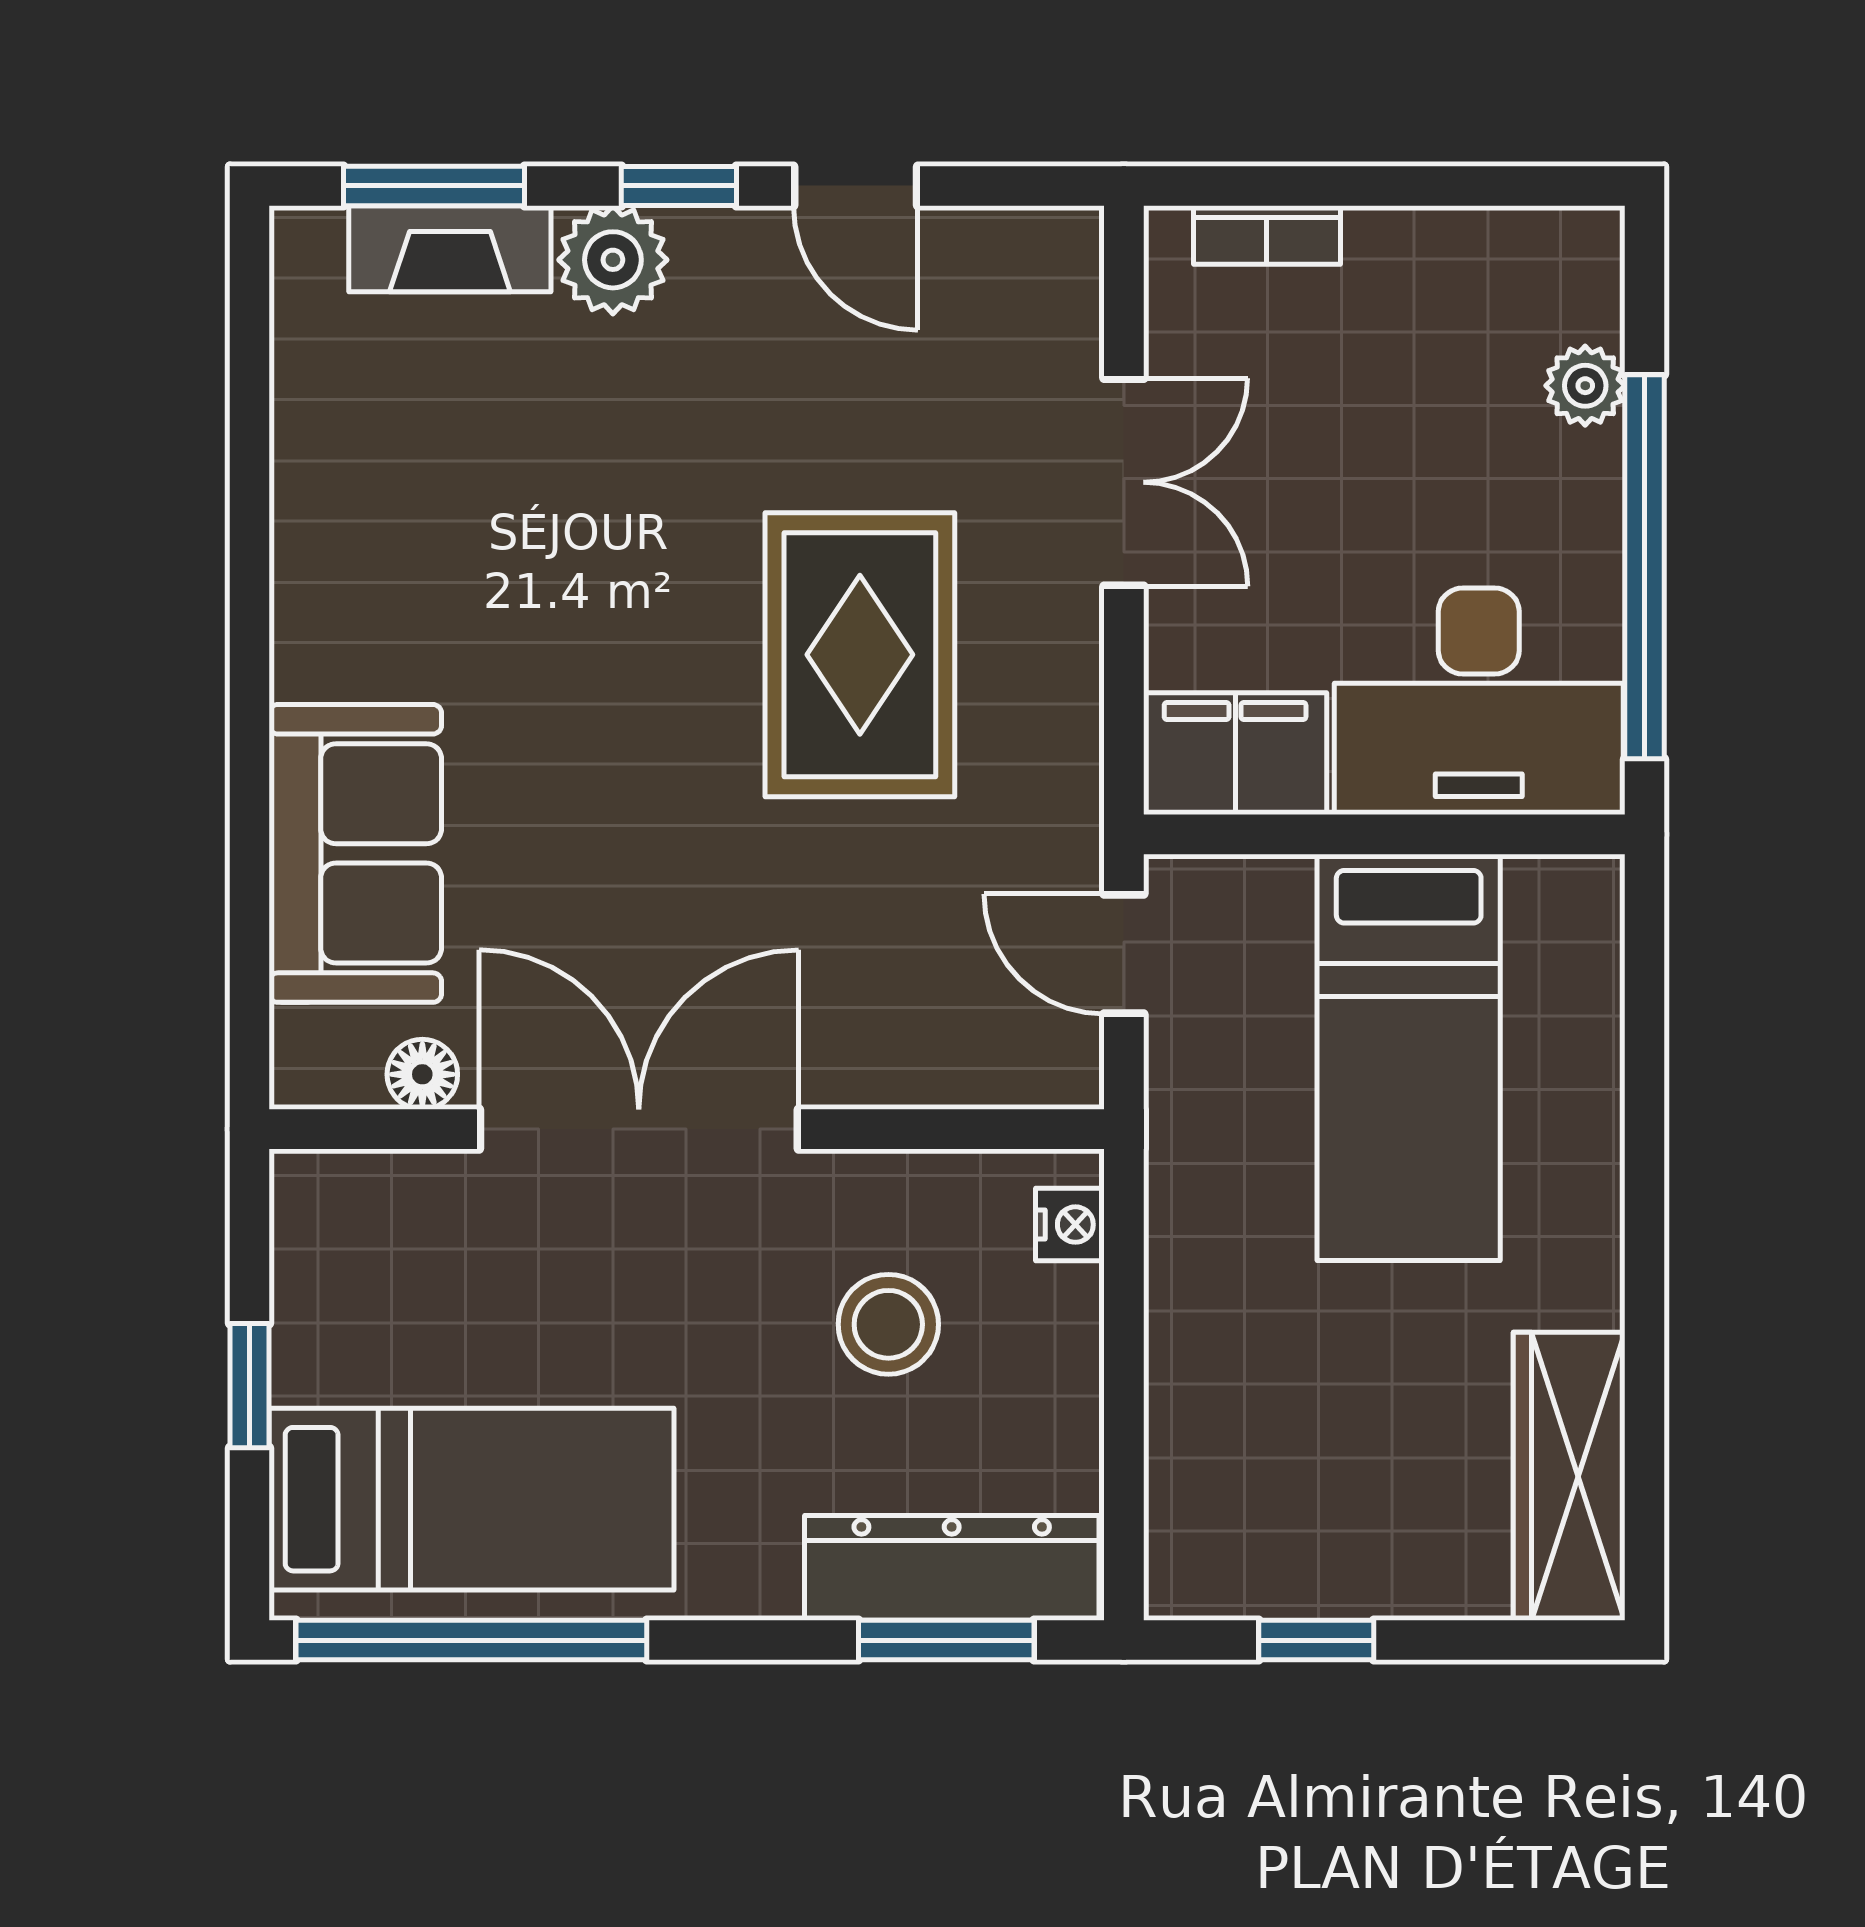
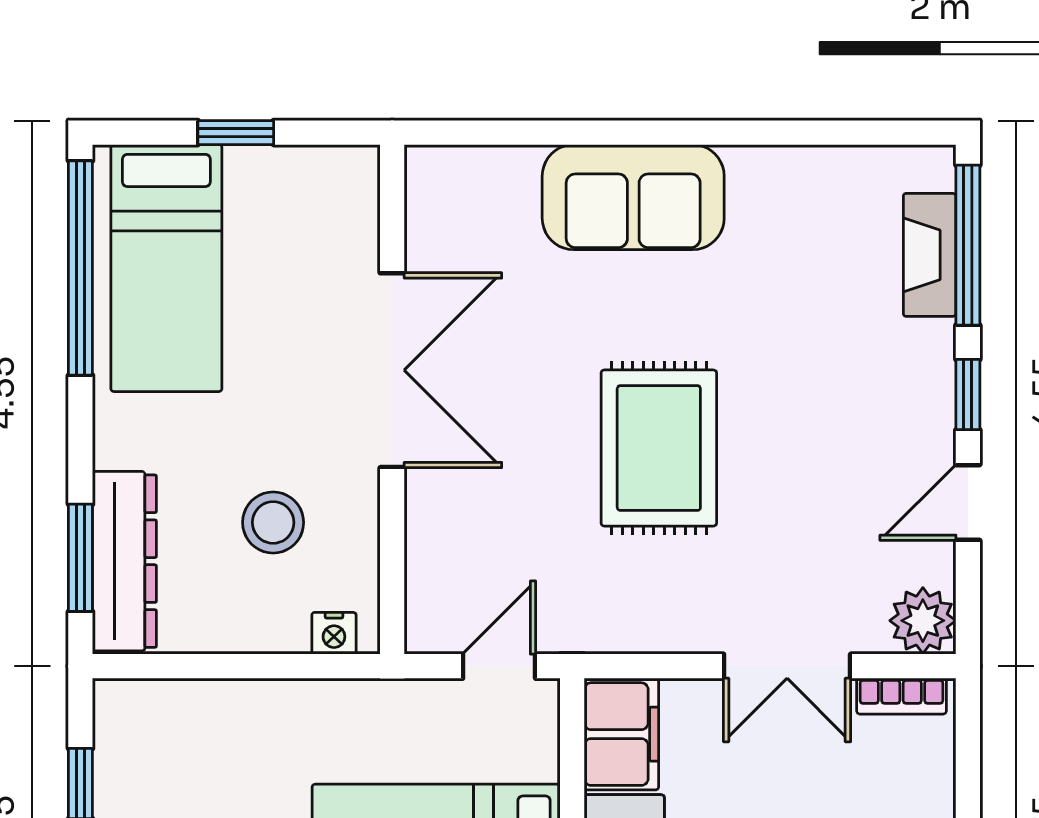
window: (434, 186) -> (968, 245), width x1.44
bookcase: (1267, 235) -> (901, 696), moved, turned -90
plant: (613, 260) -> (923, 621), moved
rug: (860, 655) -> (659, 448), moved, turned 90
sofa: (355, 853) -> (633, 197), moved
floor lamp: (422, 1074) -> (426, 238), removed

